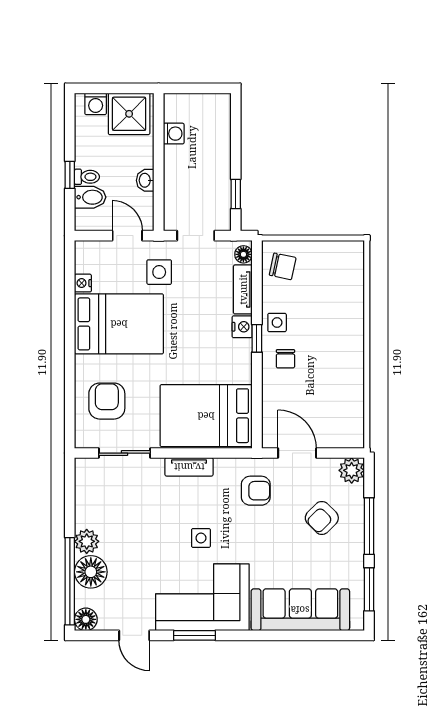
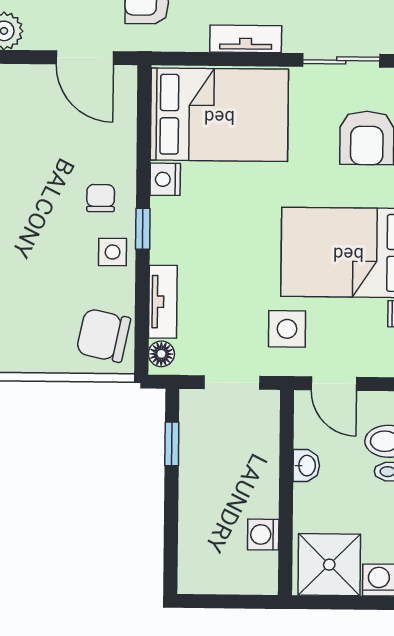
chair: (283, 266) -> (103, 335), width x1.37, depth x1.37
nightstand: (242, 327) -> (165, 179), moved

